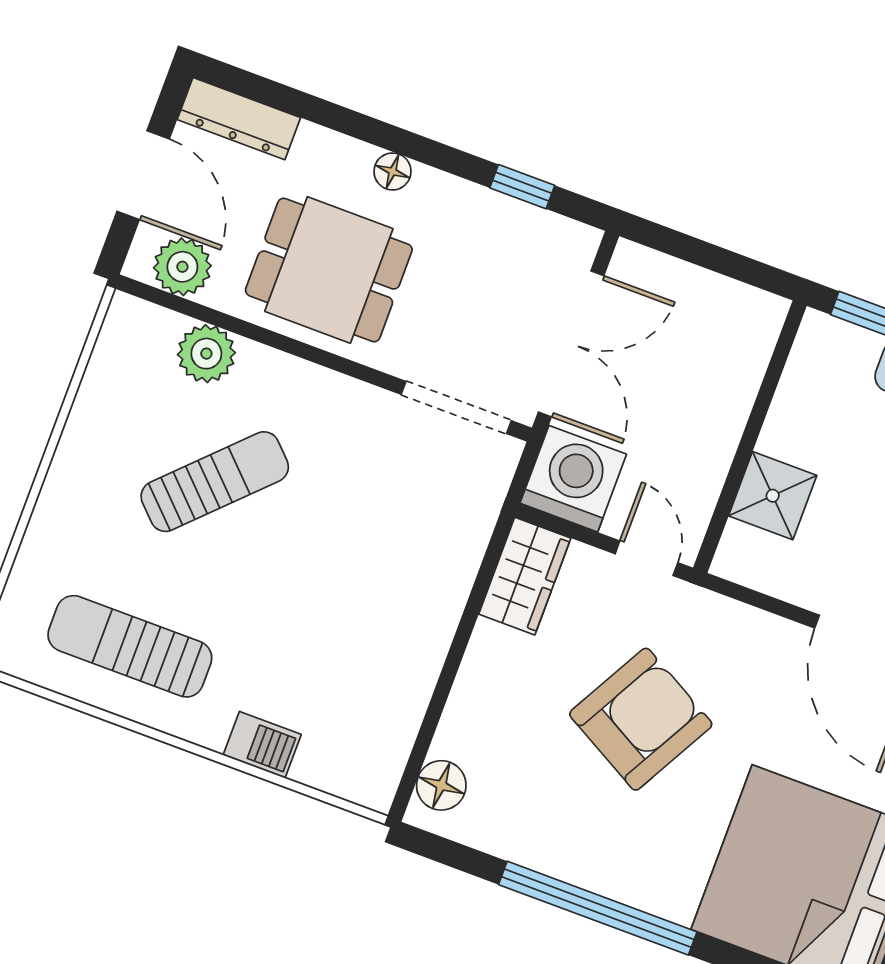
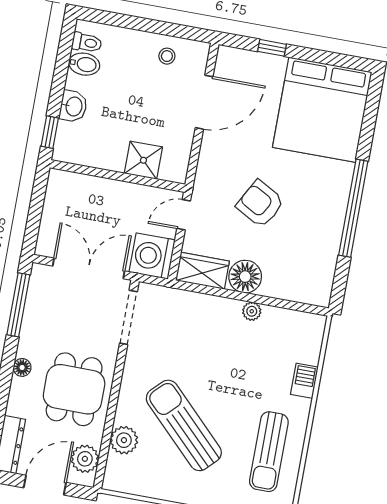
window: (522, 187) -> (18, 305), width x2.17
sun lounger: (215, 482) -> (184, 425), width x1.36, depth x1.34
plant: (424, 662) -> (252, 311), added
armchair: (641, 719) -> (260, 204), width x0.73, depth x0.73
floor lamp: (441, 785) -> (245, 277), moved, width x1.38, depth x1.38

